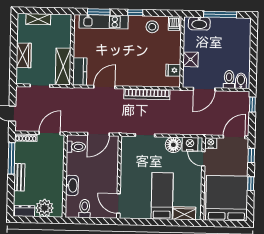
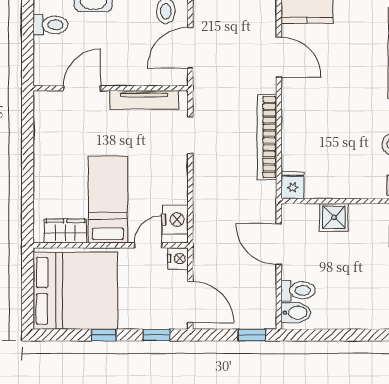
fridge: (173, 70) -> (293, 185), moved
door: (98, 134) -> (190, 48), hinge flipped
floor lamp: (173, 145) -> (173, 189), removed
tv unit: (126, 159) -> (144, 100), added
bed: (162, 196) -> (108, 199), moved, turned -90
door: (119, 204) -> (82, 88), moved
wardrobe: (184, 213) -> (65, 231), moved, turned -90

